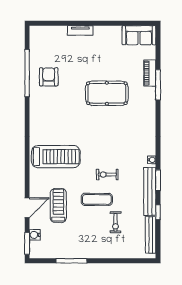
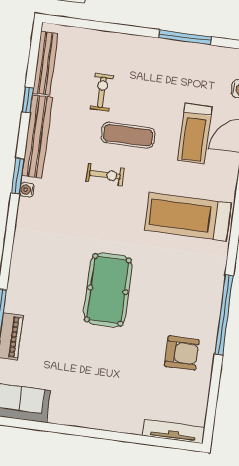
tv unit: (80, 30) -> (173, 431), moved, width x1.41
window: (27, 73) -> (224, 315), moved
armchair: (49, 77) -> (182, 353), turned -90
pool table: (107, 93) -> (108, 290), moved, turned 90
window: (158, 180) -> (18, 176), moved

